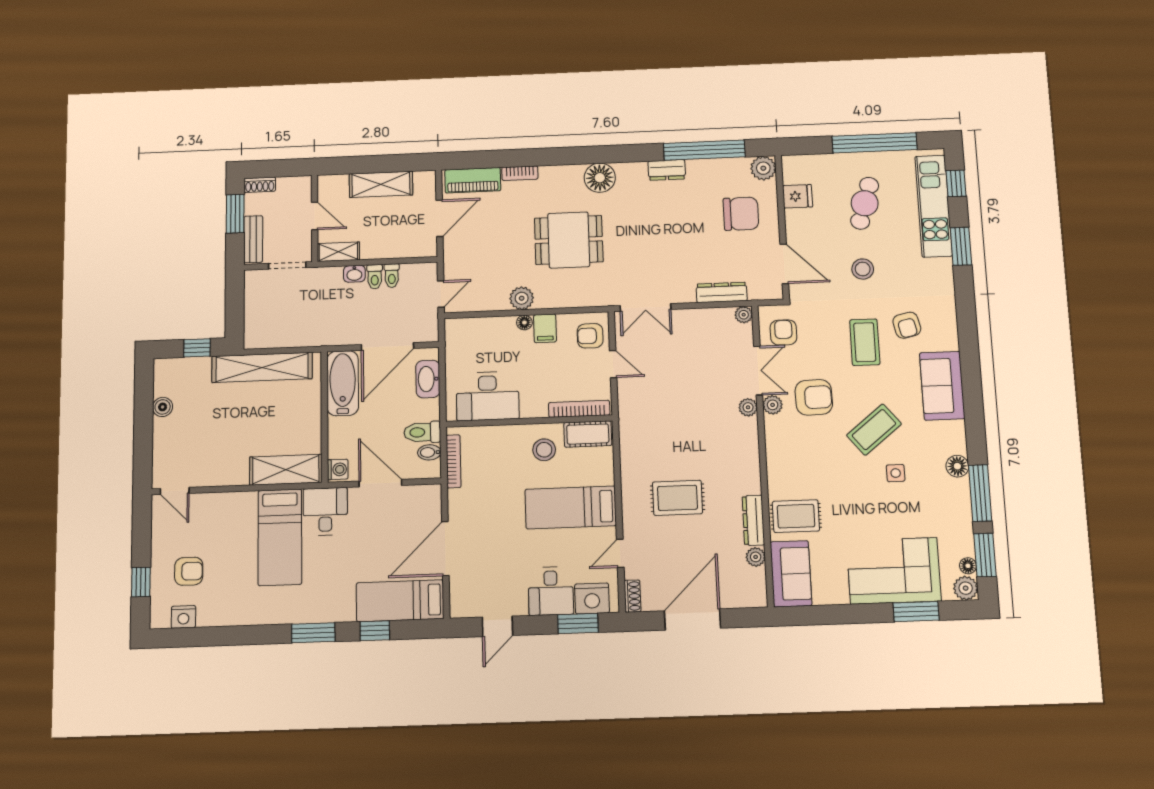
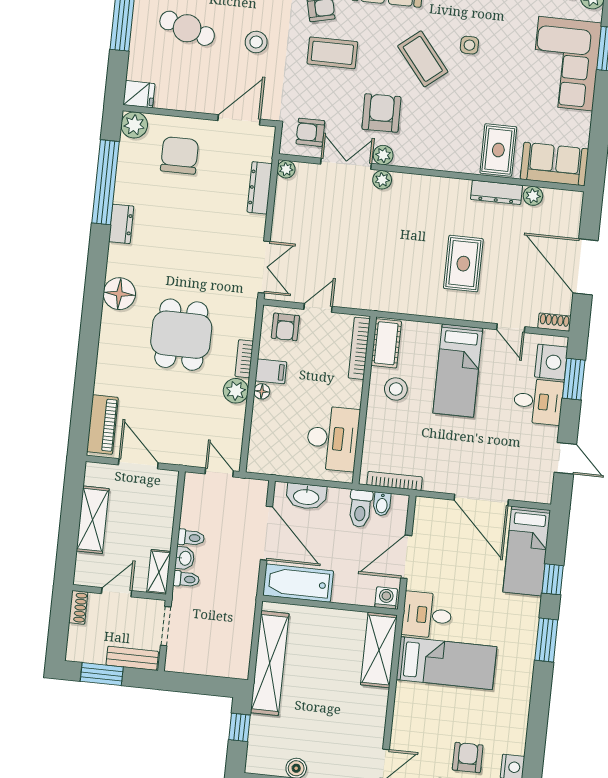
bookcase: (520, 173) -> (244, 359), moved, turned 180
shoe rack: (260, 185) -> (78, 607), moved
fridge: (798, 196) -> (139, 94), moved, turned 90
toilet: (392, 276) -> (186, 579), moved

